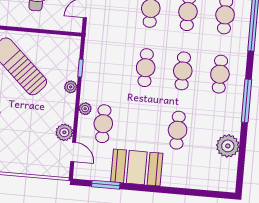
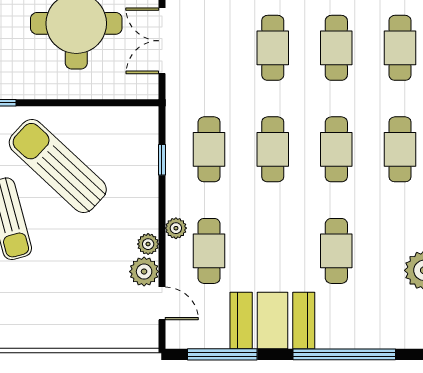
cafe table: (108, 64) -> (209, 149), added
plant: (71, 87) -> (148, 244), moved
window: (106, 185) -> (222, 354), width x1.44
window: (177, 191) -> (344, 354), added

